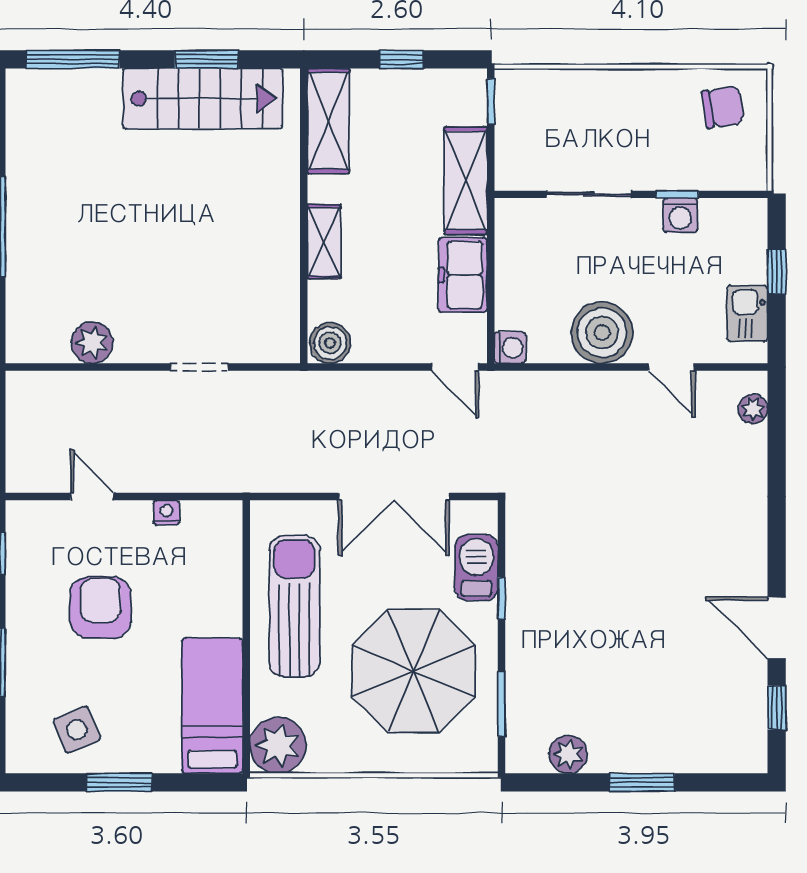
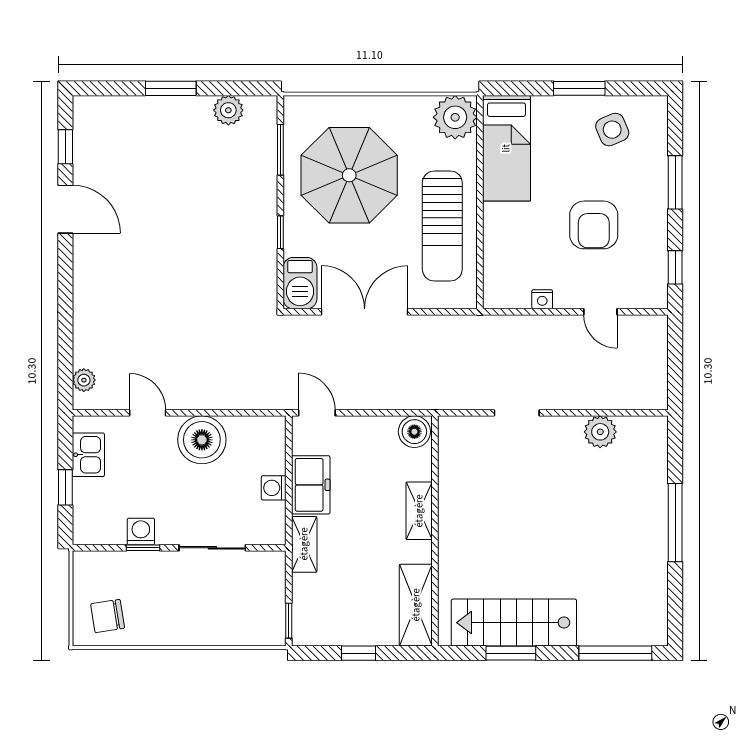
shelving: (466, 181) -> (304, 544), width x0.67, depth x0.75
washing machine: (510, 348) -> (274, 488), moved
barbecue: (476, 567) -> (300, 283), moved

